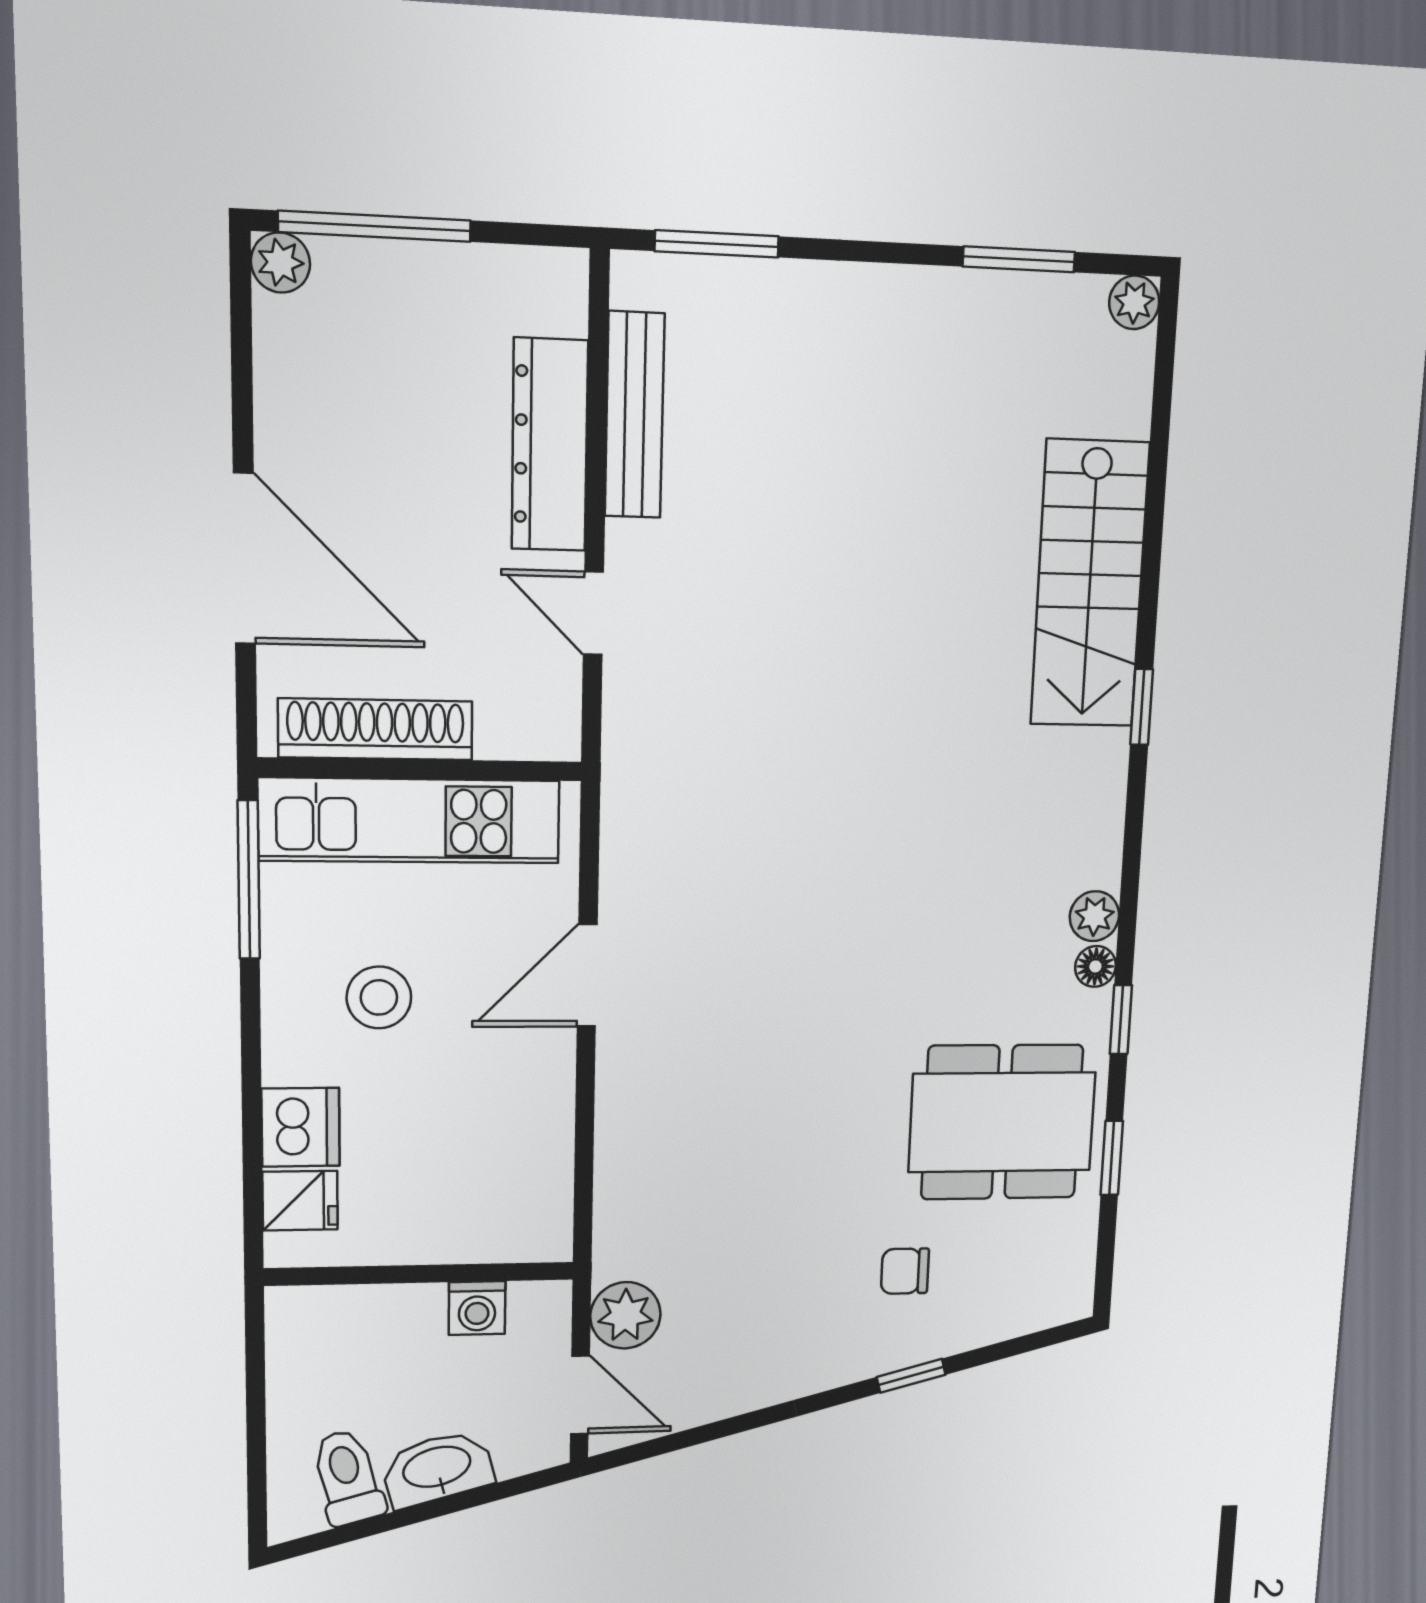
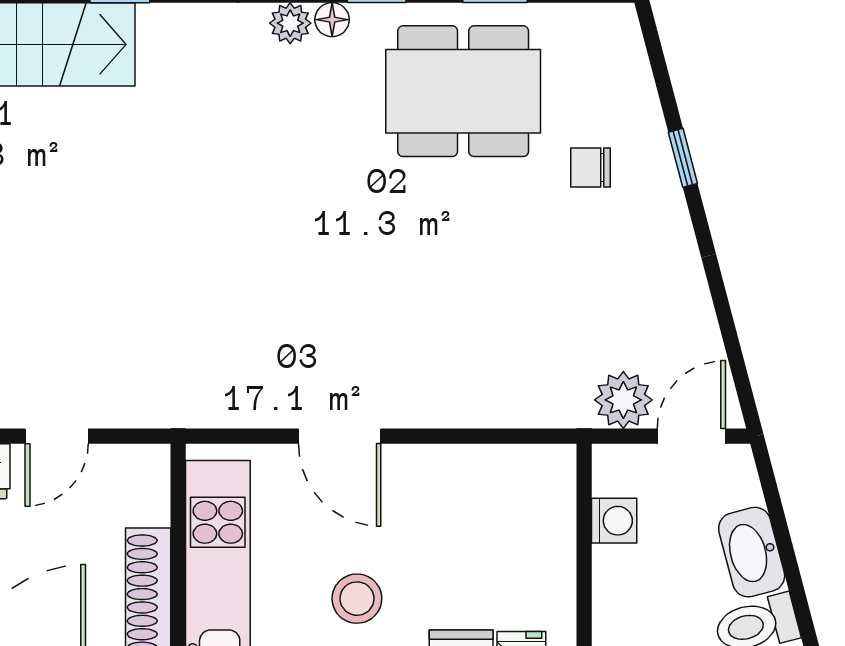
dining table: (1002, 1122) -> (463, 91), turned 90
chair: (905, 1271) -> (590, 167), turned 90

